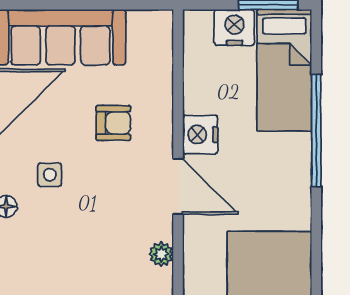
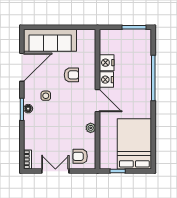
nightstand: (234, 27) -> (107, 63), moved, turned -90
bed: (284, 70) -> (140, 54), removed

